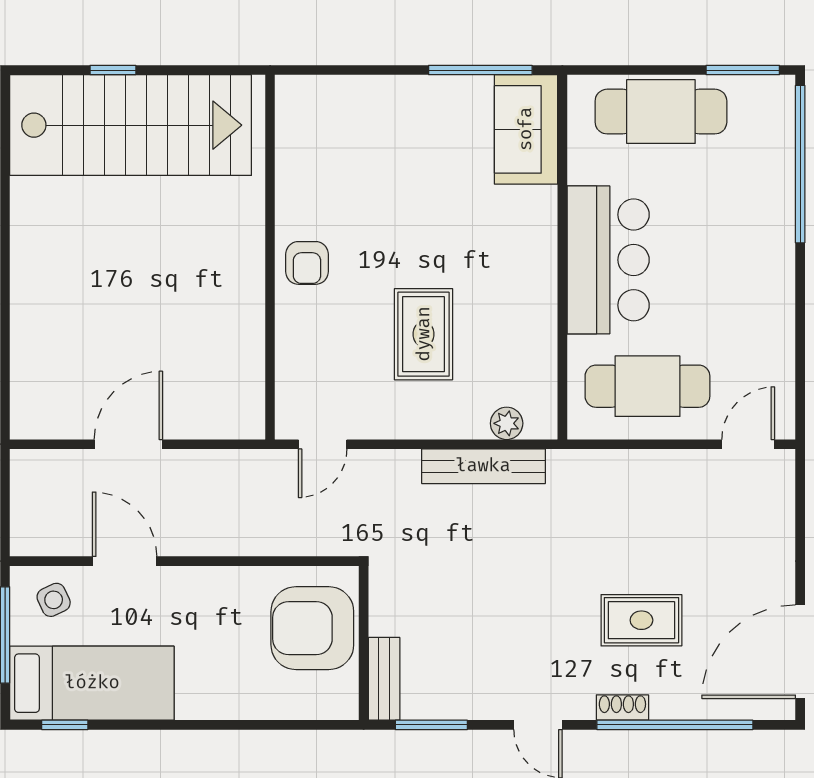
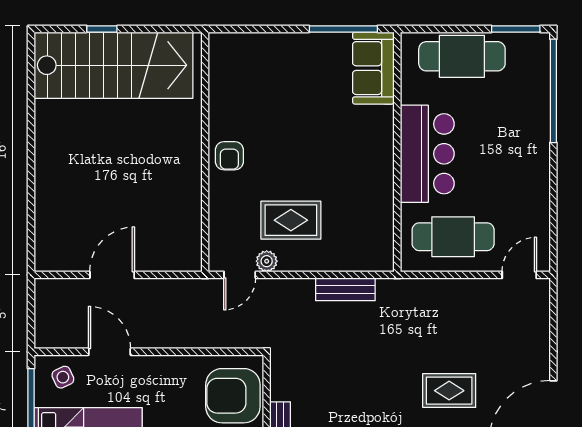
rug: (424, 334) -> (291, 220), moved, turned 90
plant: (507, 423) -> (267, 261), moved
bench: (483, 466) -> (345, 289), width x0.73

